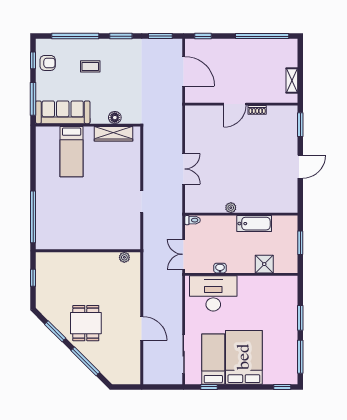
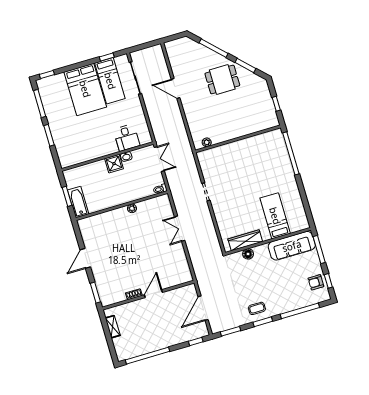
coffee table: (90, 66) -> (257, 308), moved
door: (184, 71) -> (203, 308), hinge flipped
bathtub: (254, 224) -> (78, 202), moved, turned 90
shower: (264, 264) -> (114, 164), moved
desk: (213, 293) -> (127, 138), width x0.53, depth x0.77
dining table: (86, 323) -> (222, 79), turned 90

